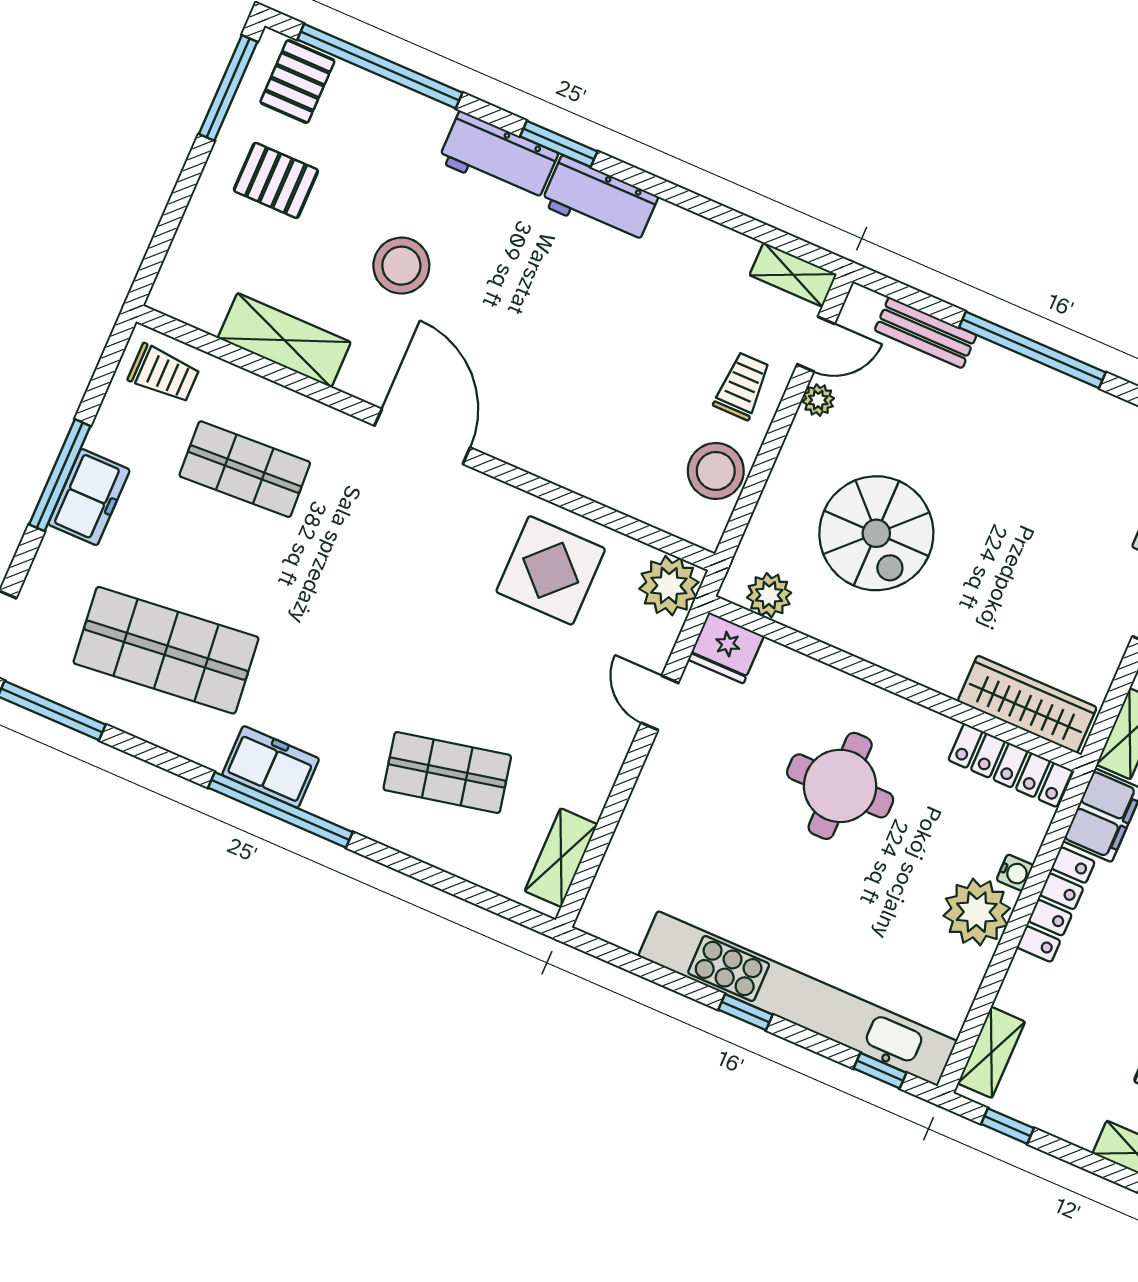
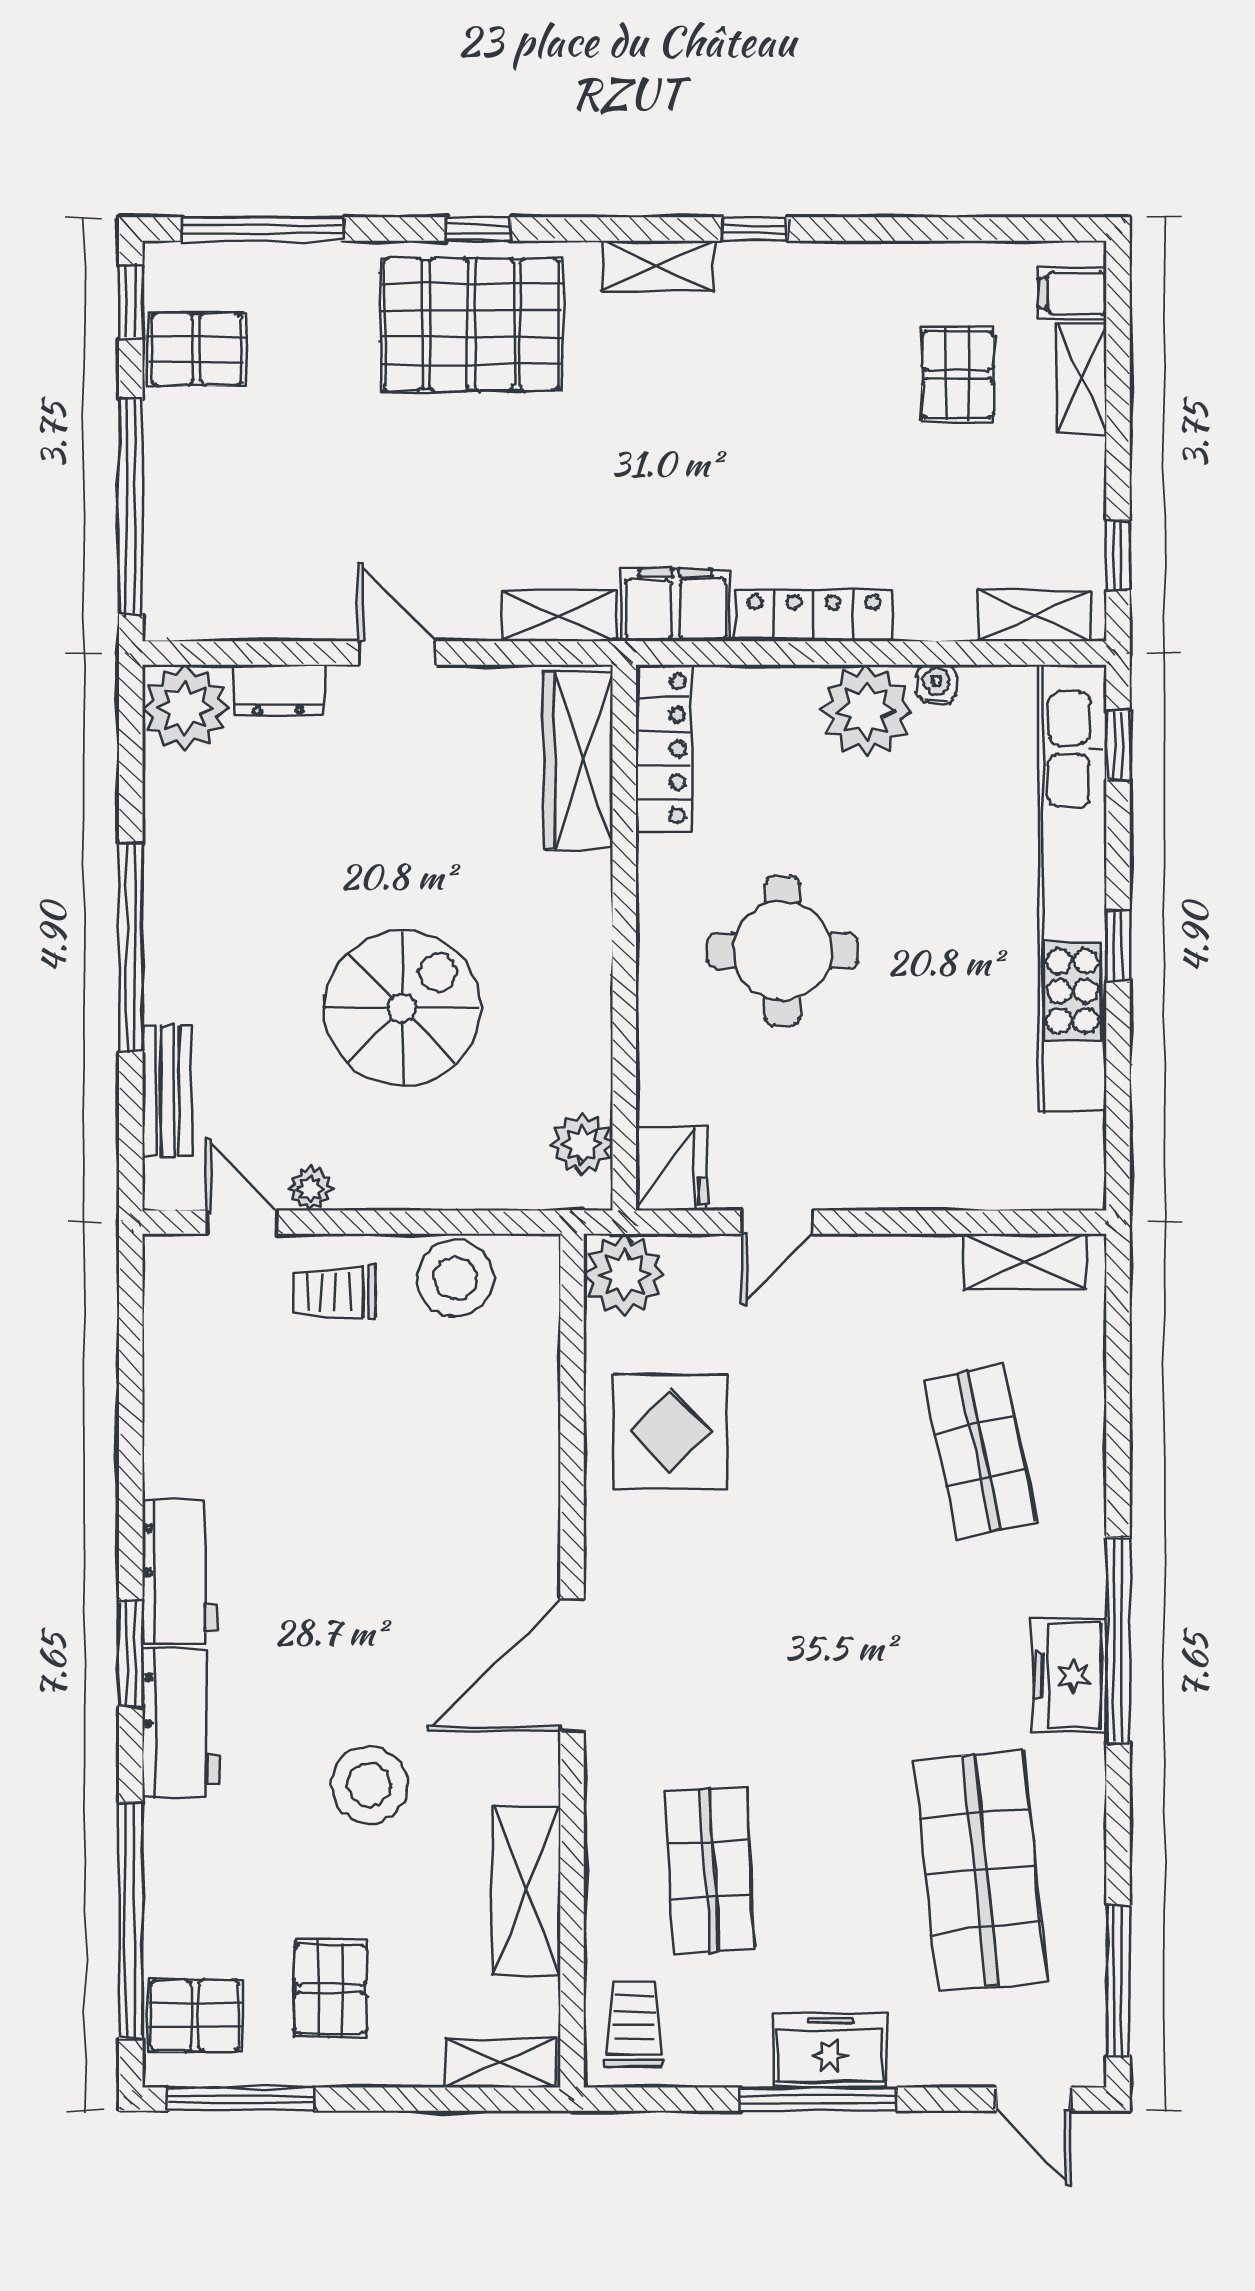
shelving: (793, 275) -> (500, 2063), moved, turned 90
spiral stairs: (876, 533) -> (402, 1008), moved
water cooler: (1015, 873) -> (936, 684), moved

